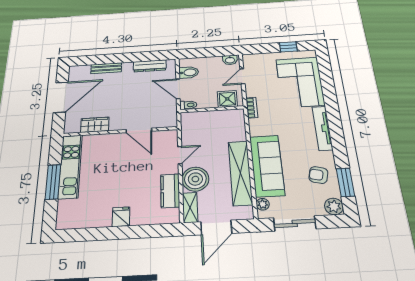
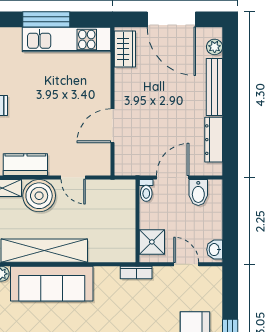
bench: (106, 68) -> (214, 87), width x1.36
plant: (83, 70) -> (215, 47), added
wardrobe: (95, 125) -> (125, 49), moved

